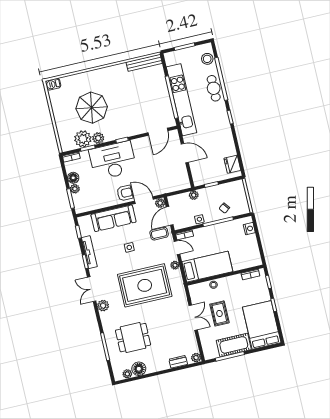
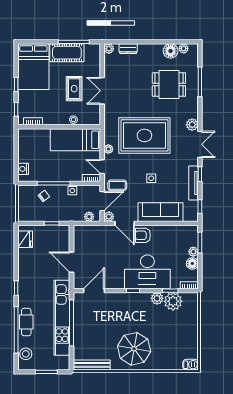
parasol: (92, 108) -> (134, 349), moved
plant: (194, 195) -> (89, 217), moved

